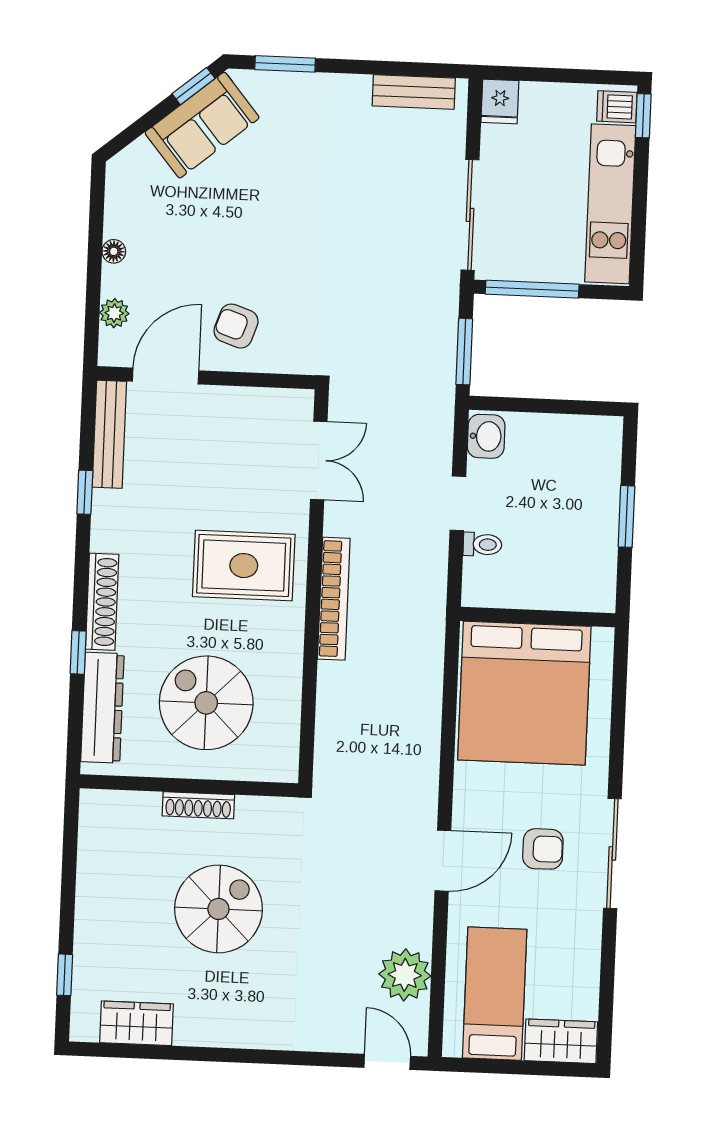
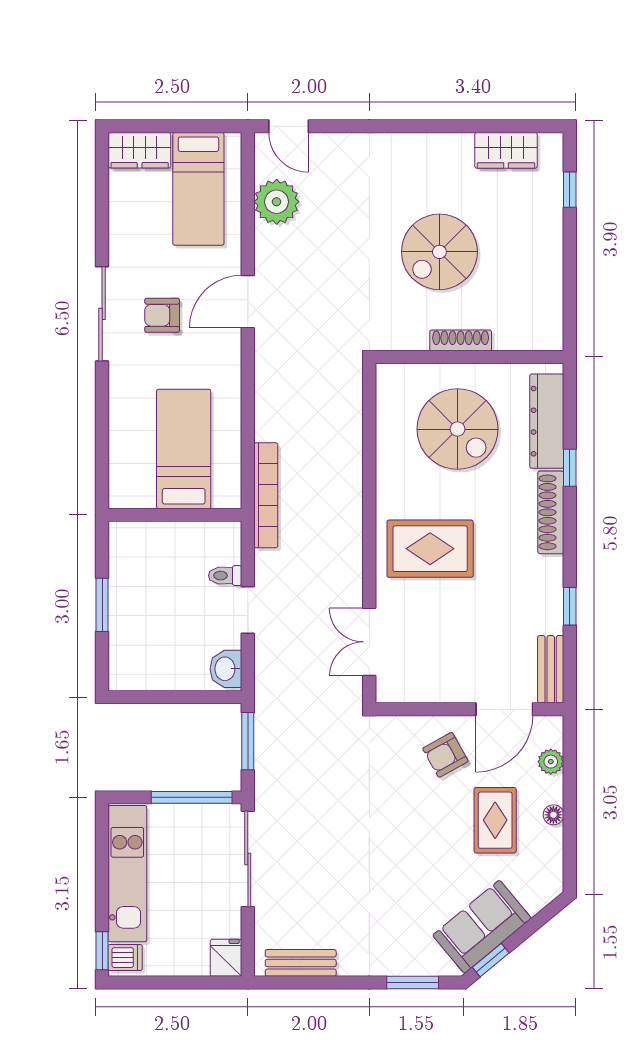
rug: (182, 248) -> (495, 820), added
armchair: (236, 326) -> (445, 755), turned 132
bench: (109, 434) -> (551, 669), width x0.73
bookcase: (334, 599) -> (266, 495), moved, turned 180
bed: (524, 693) -> (184, 449), width x0.49

